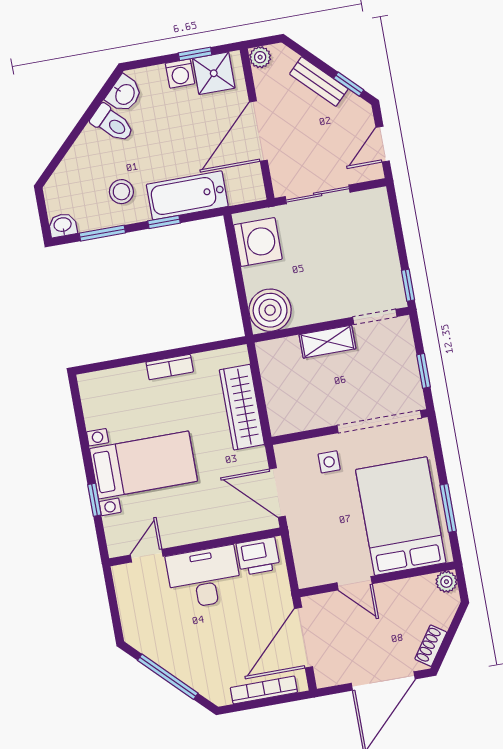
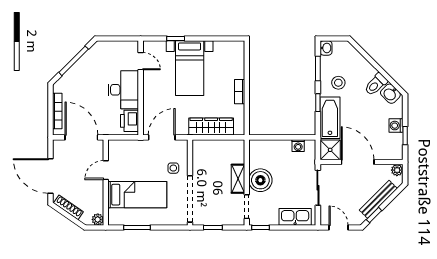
shower: (214, 73) -> (330, 150), moved
bench: (319, 82) -> (378, 199), width x1.36
kitchen sink: (378, 226) -> (295, 217), added
washing machine: (258, 242) -> (298, 146), width x0.53, depth x0.53
boiler: (270, 310) -> (260, 180), moved
bed: (401, 516) -> (137, 195), width x0.67
shoe rack: (431, 646) -> (68, 207), width x1.43

